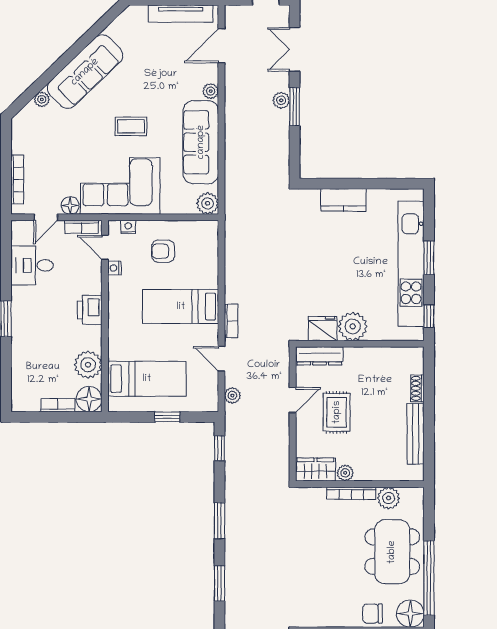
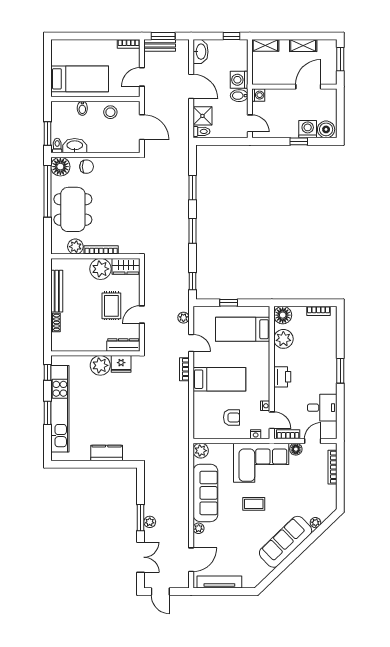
bookcase: (58, 405) -> (319, 311), moved
plant: (345, 473) -> (100, 269), width x1.88, depth x1.88

